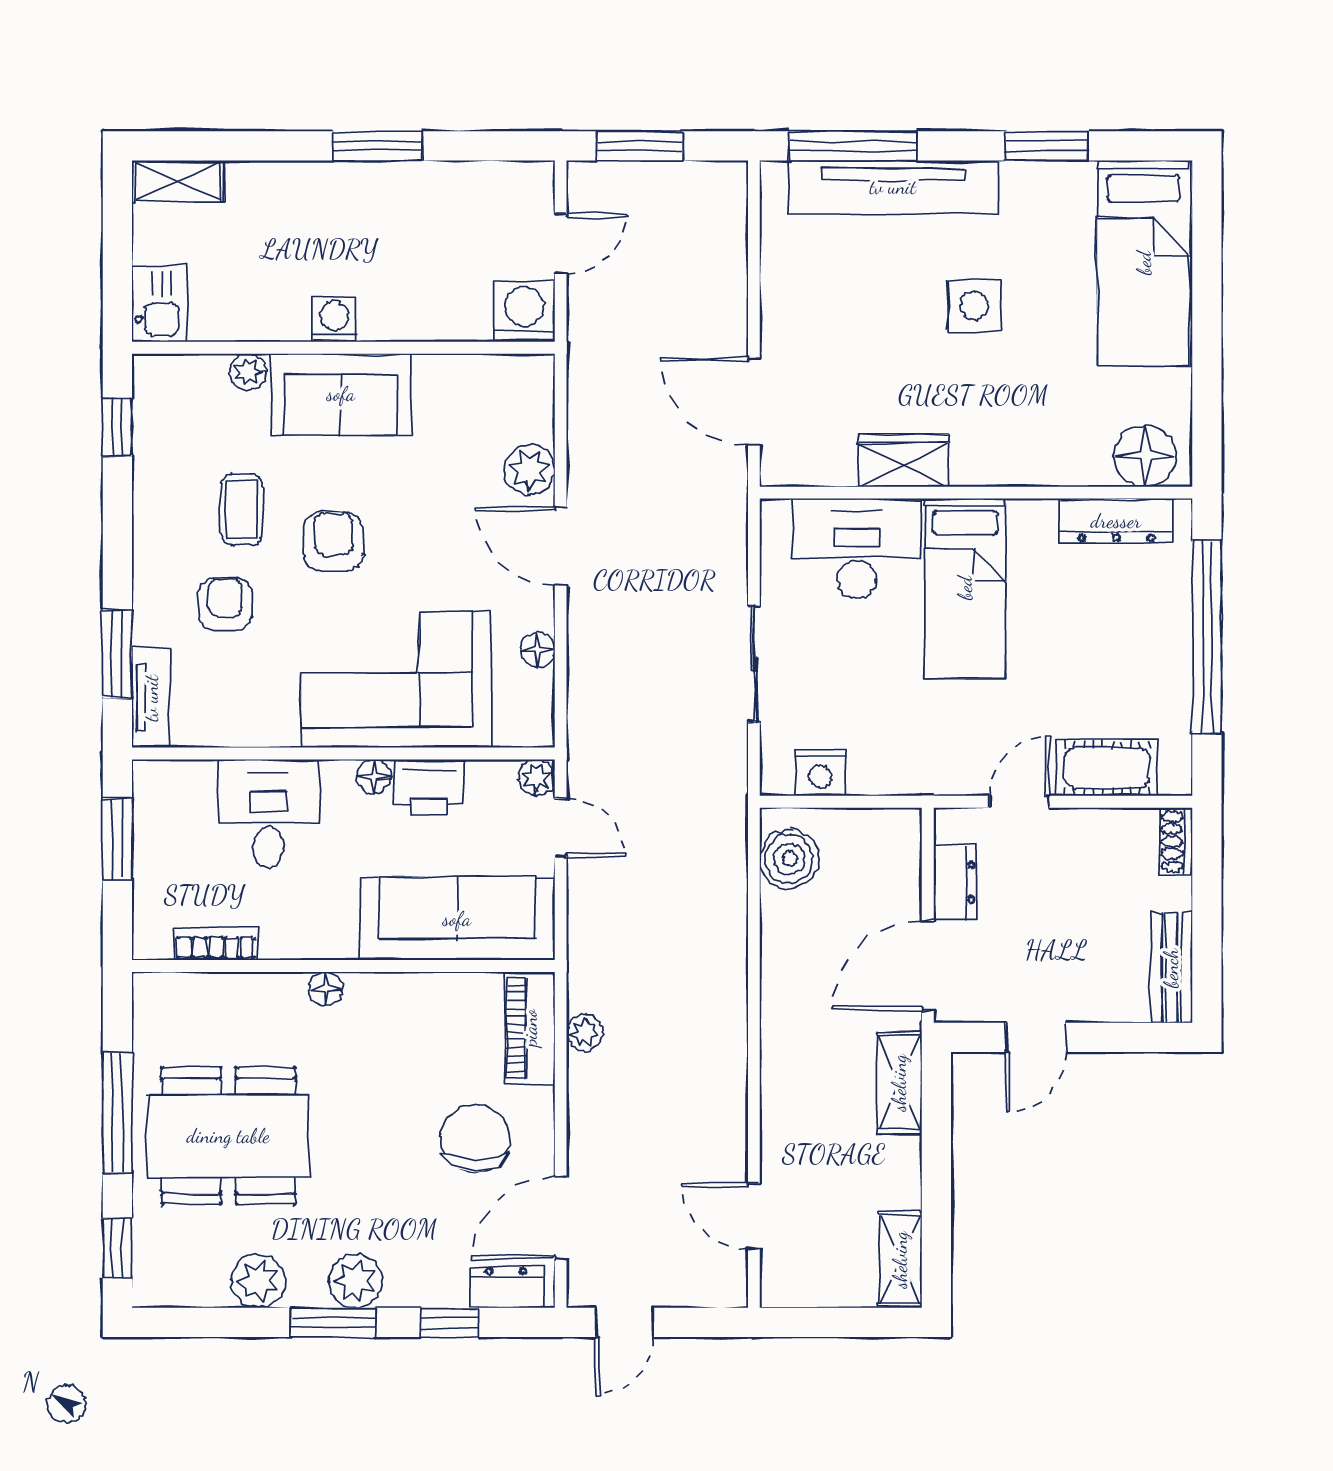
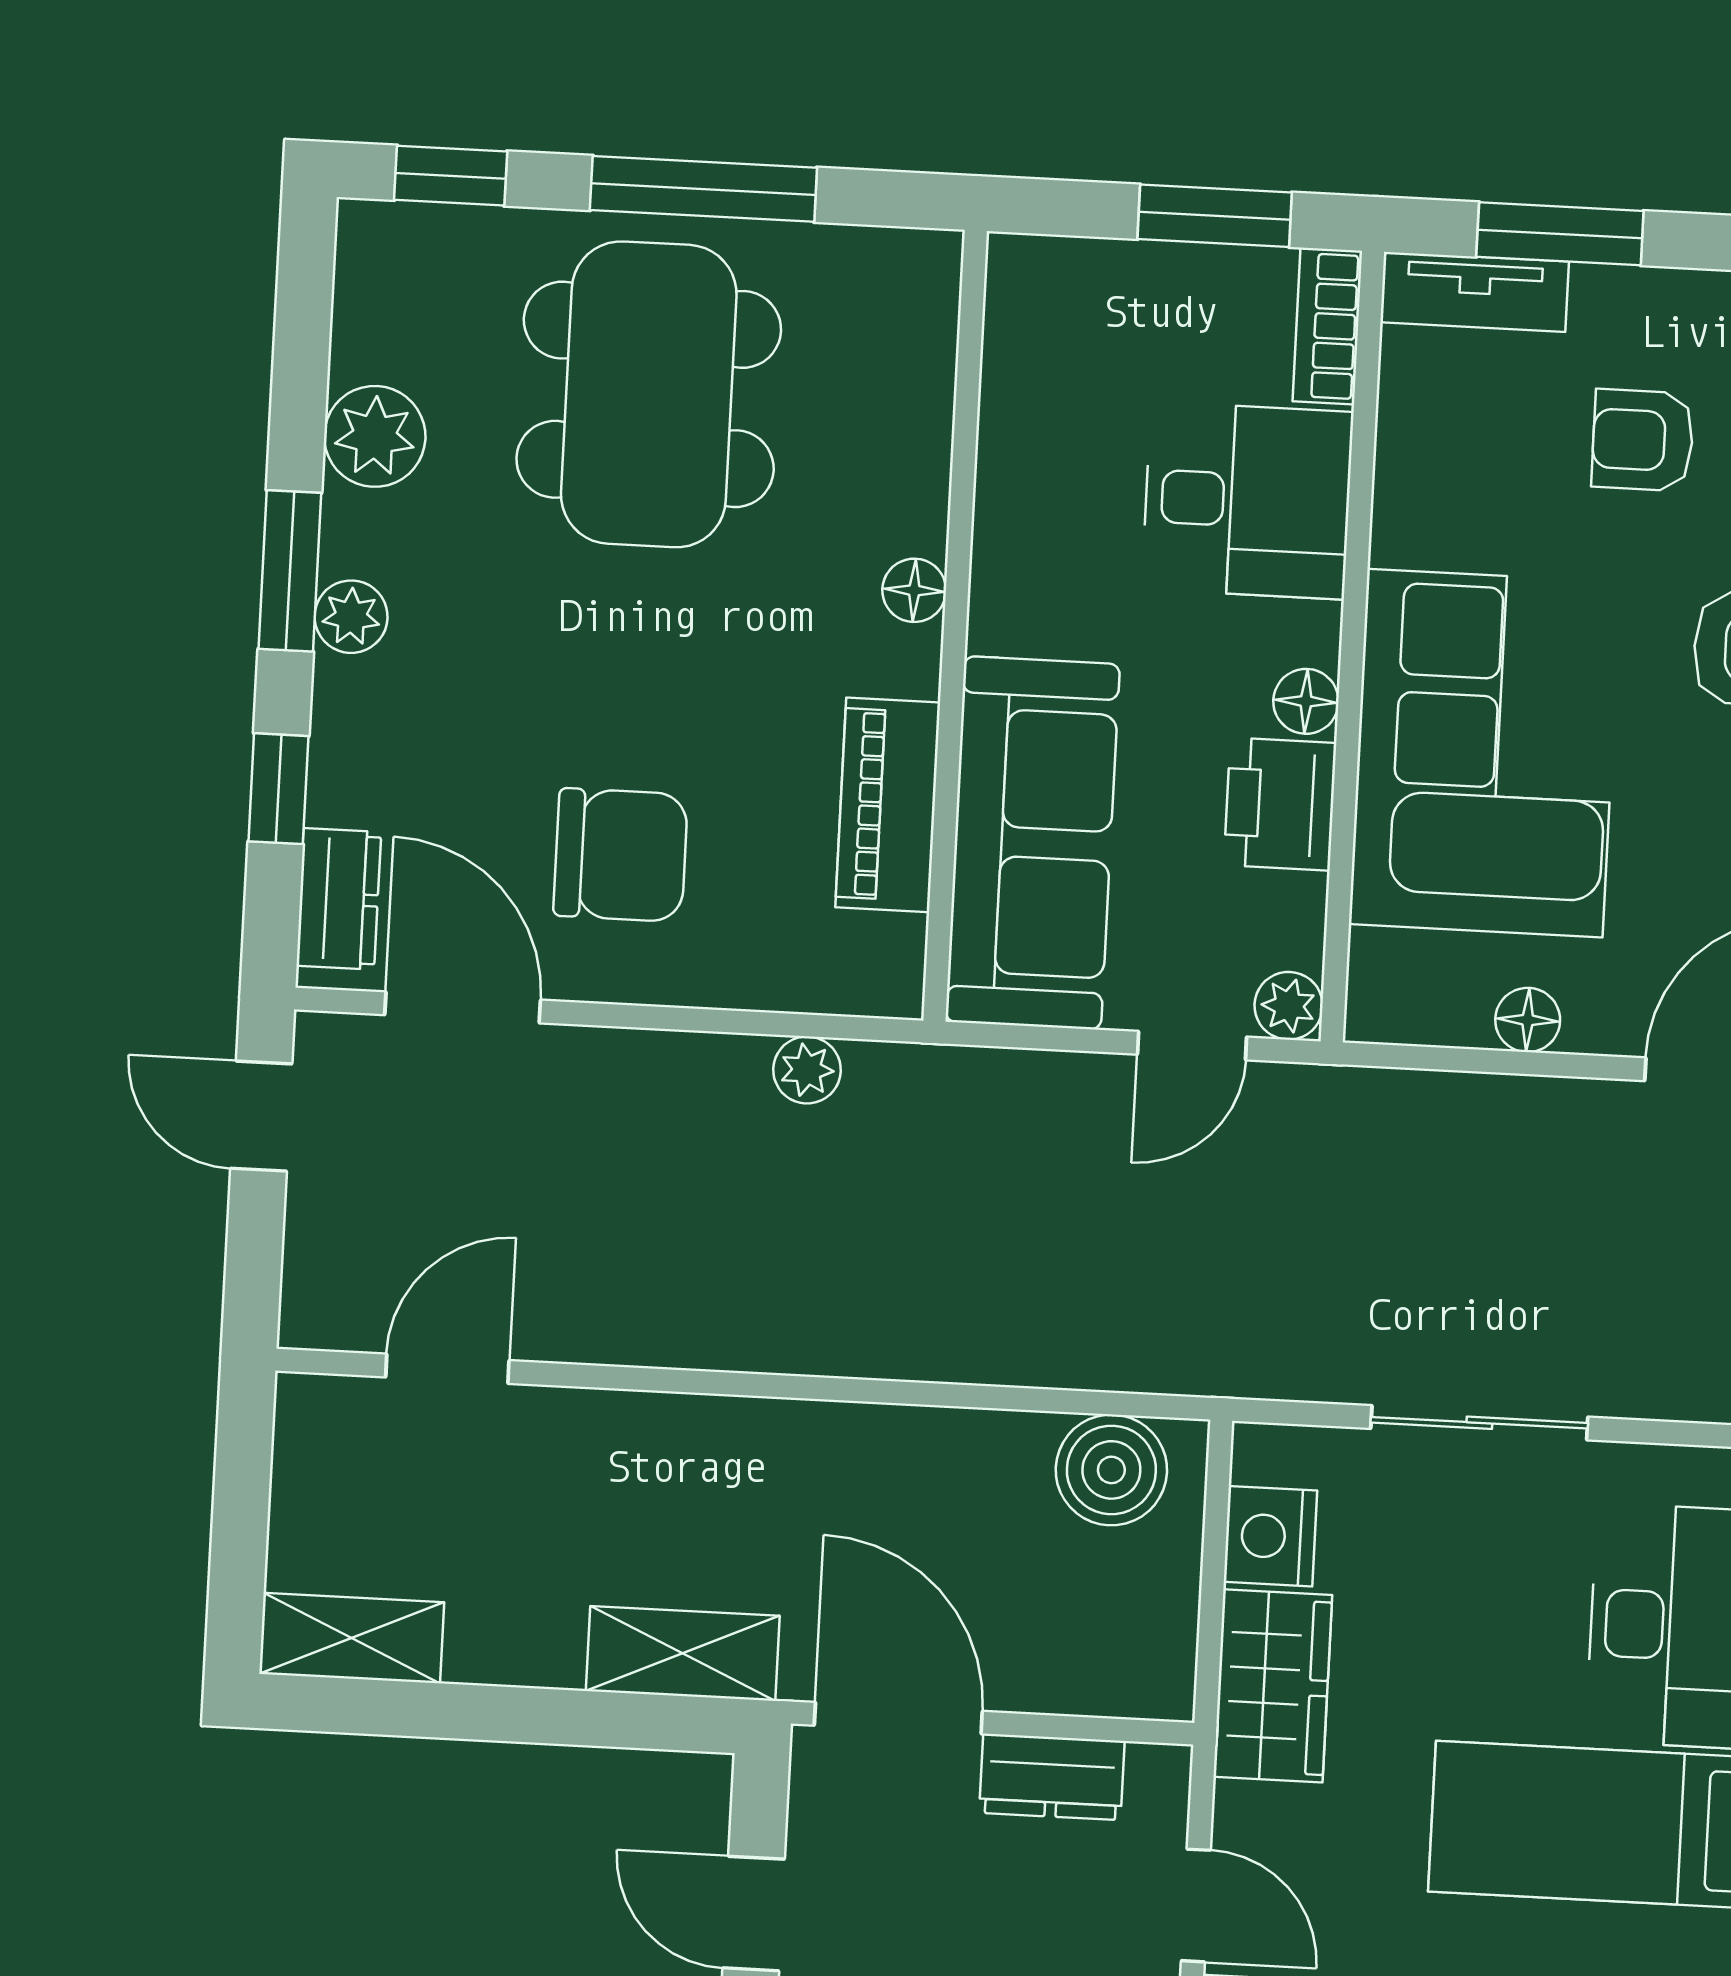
armchair: (225, 604) -> (1643, 440), turned 180
wardrobe: (900, 767) -> (1273, 1686), added
bookcase: (216, 944) -> (1327, 326), moved, turned 180
piano: (530, 1028) -> (888, 805), moved, turned -90
plant: (355, 1281) -> (351, 617), width x0.73, depth x0.73

